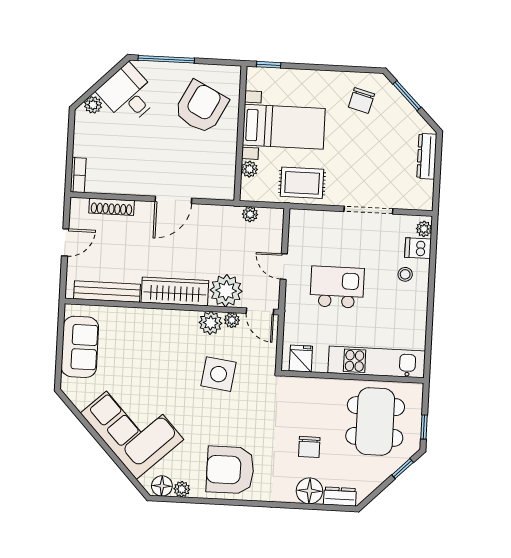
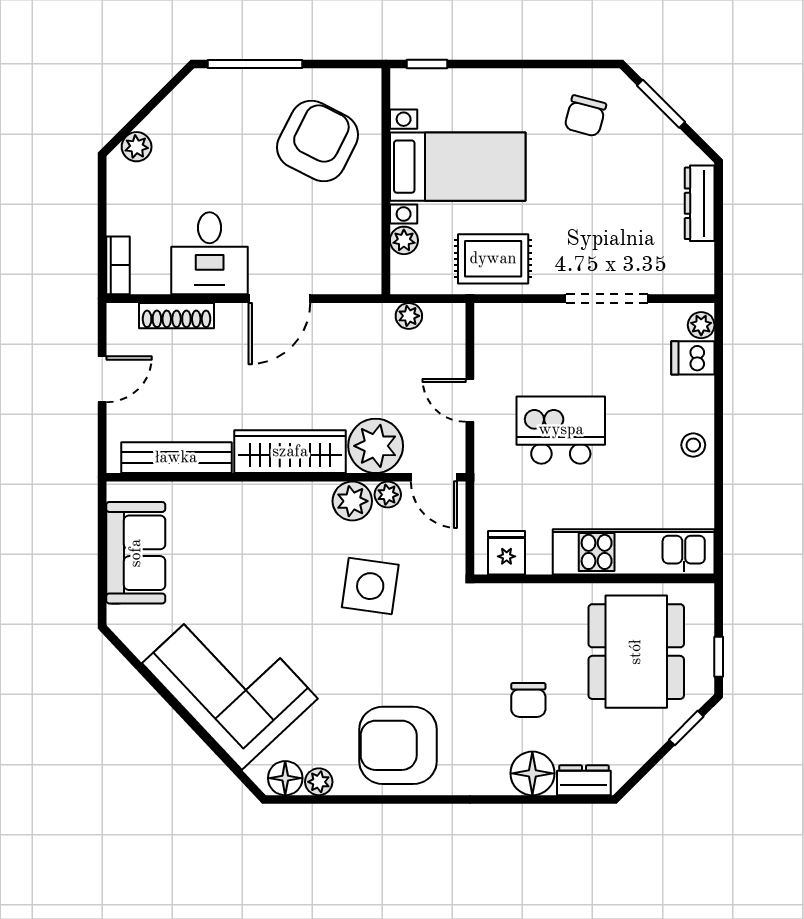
desk: (128, 94) -> (210, 253), moved, turned -135
stool: (405, 274) -> (693, 445), moved

